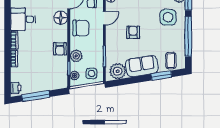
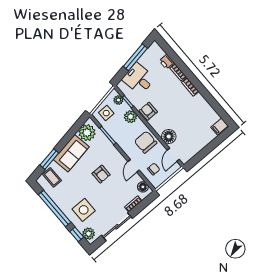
desk: (23, 19) -> (138, 79), moved, turned -99
chair: (81, 28) -> (146, 142), turned 90
printer: (16, 88) -> (167, 62), moved

